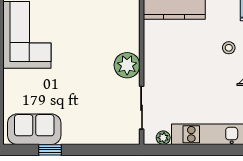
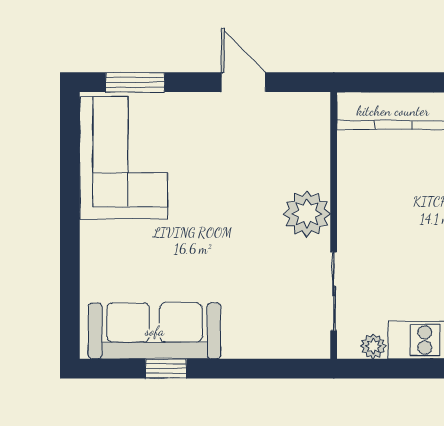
sofa: (34, 129) -> (155, 331), width x1.36

